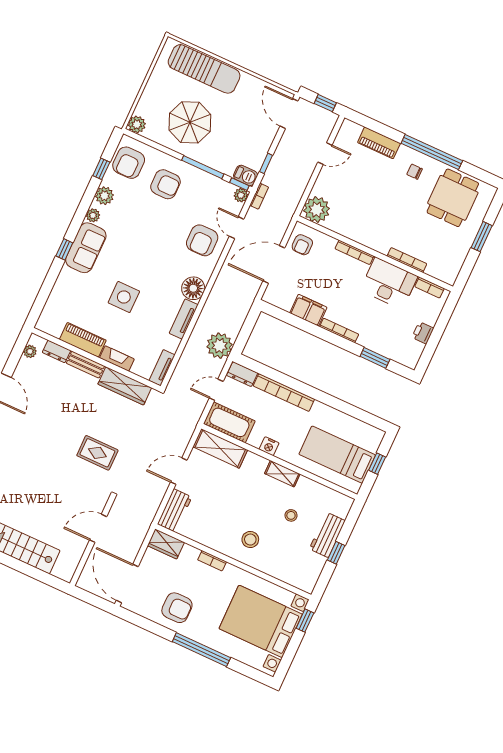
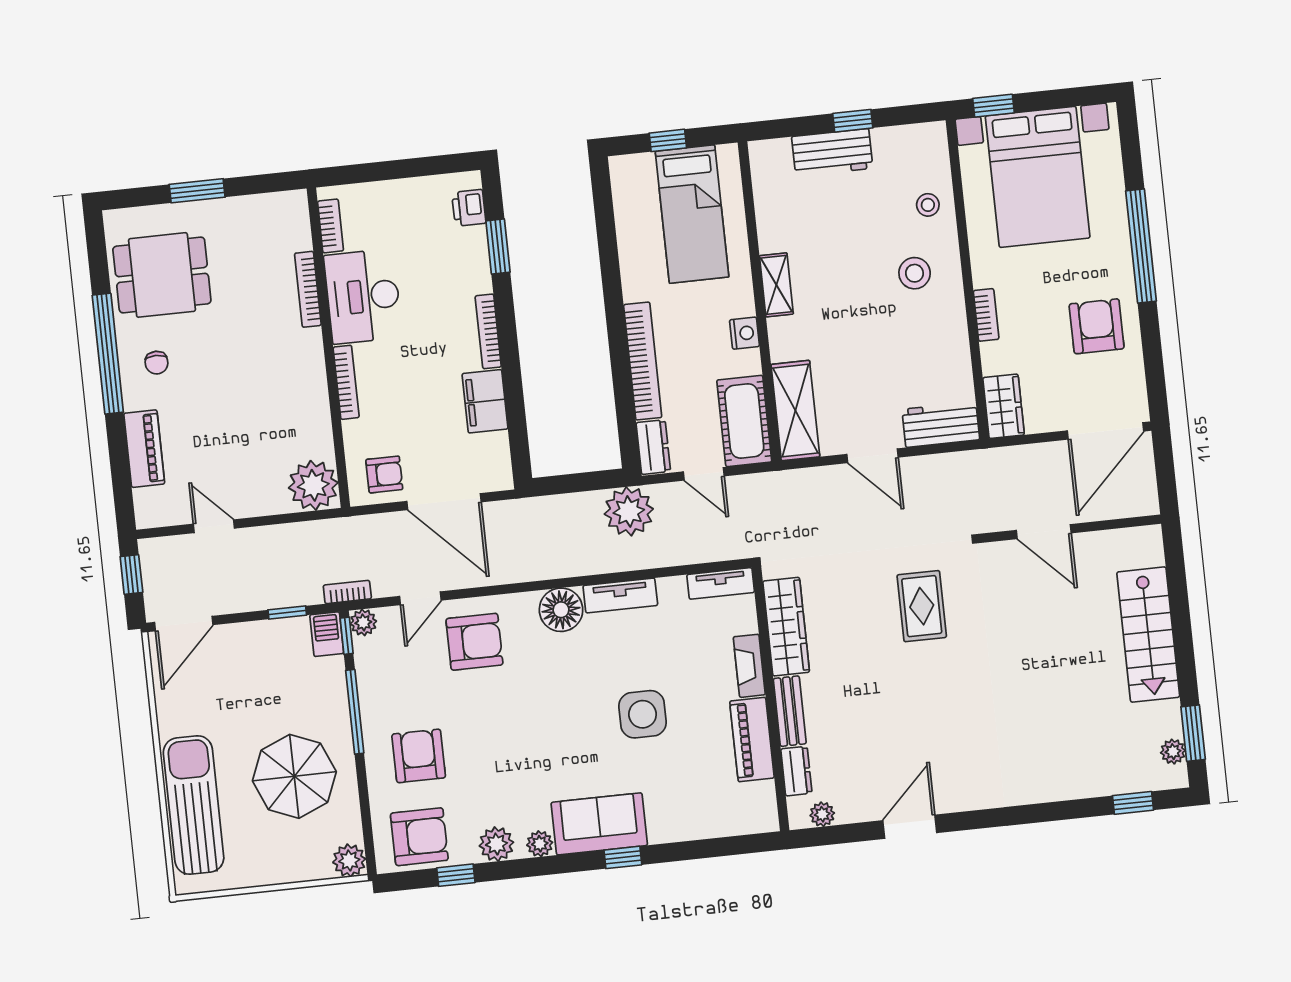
printer: (423, 333) -> (469, 208), moved, turned 90
stool: (291, 515) -> (928, 205), moved

